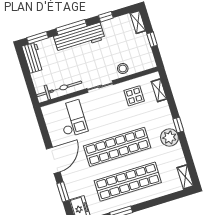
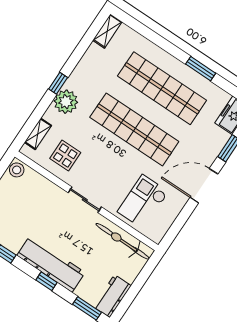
window: (72, 27) -> (46, 281), width x0.46
stool: (123, 68) -> (17, 170), moved
plant: (169, 137) -> (66, 102), moved

